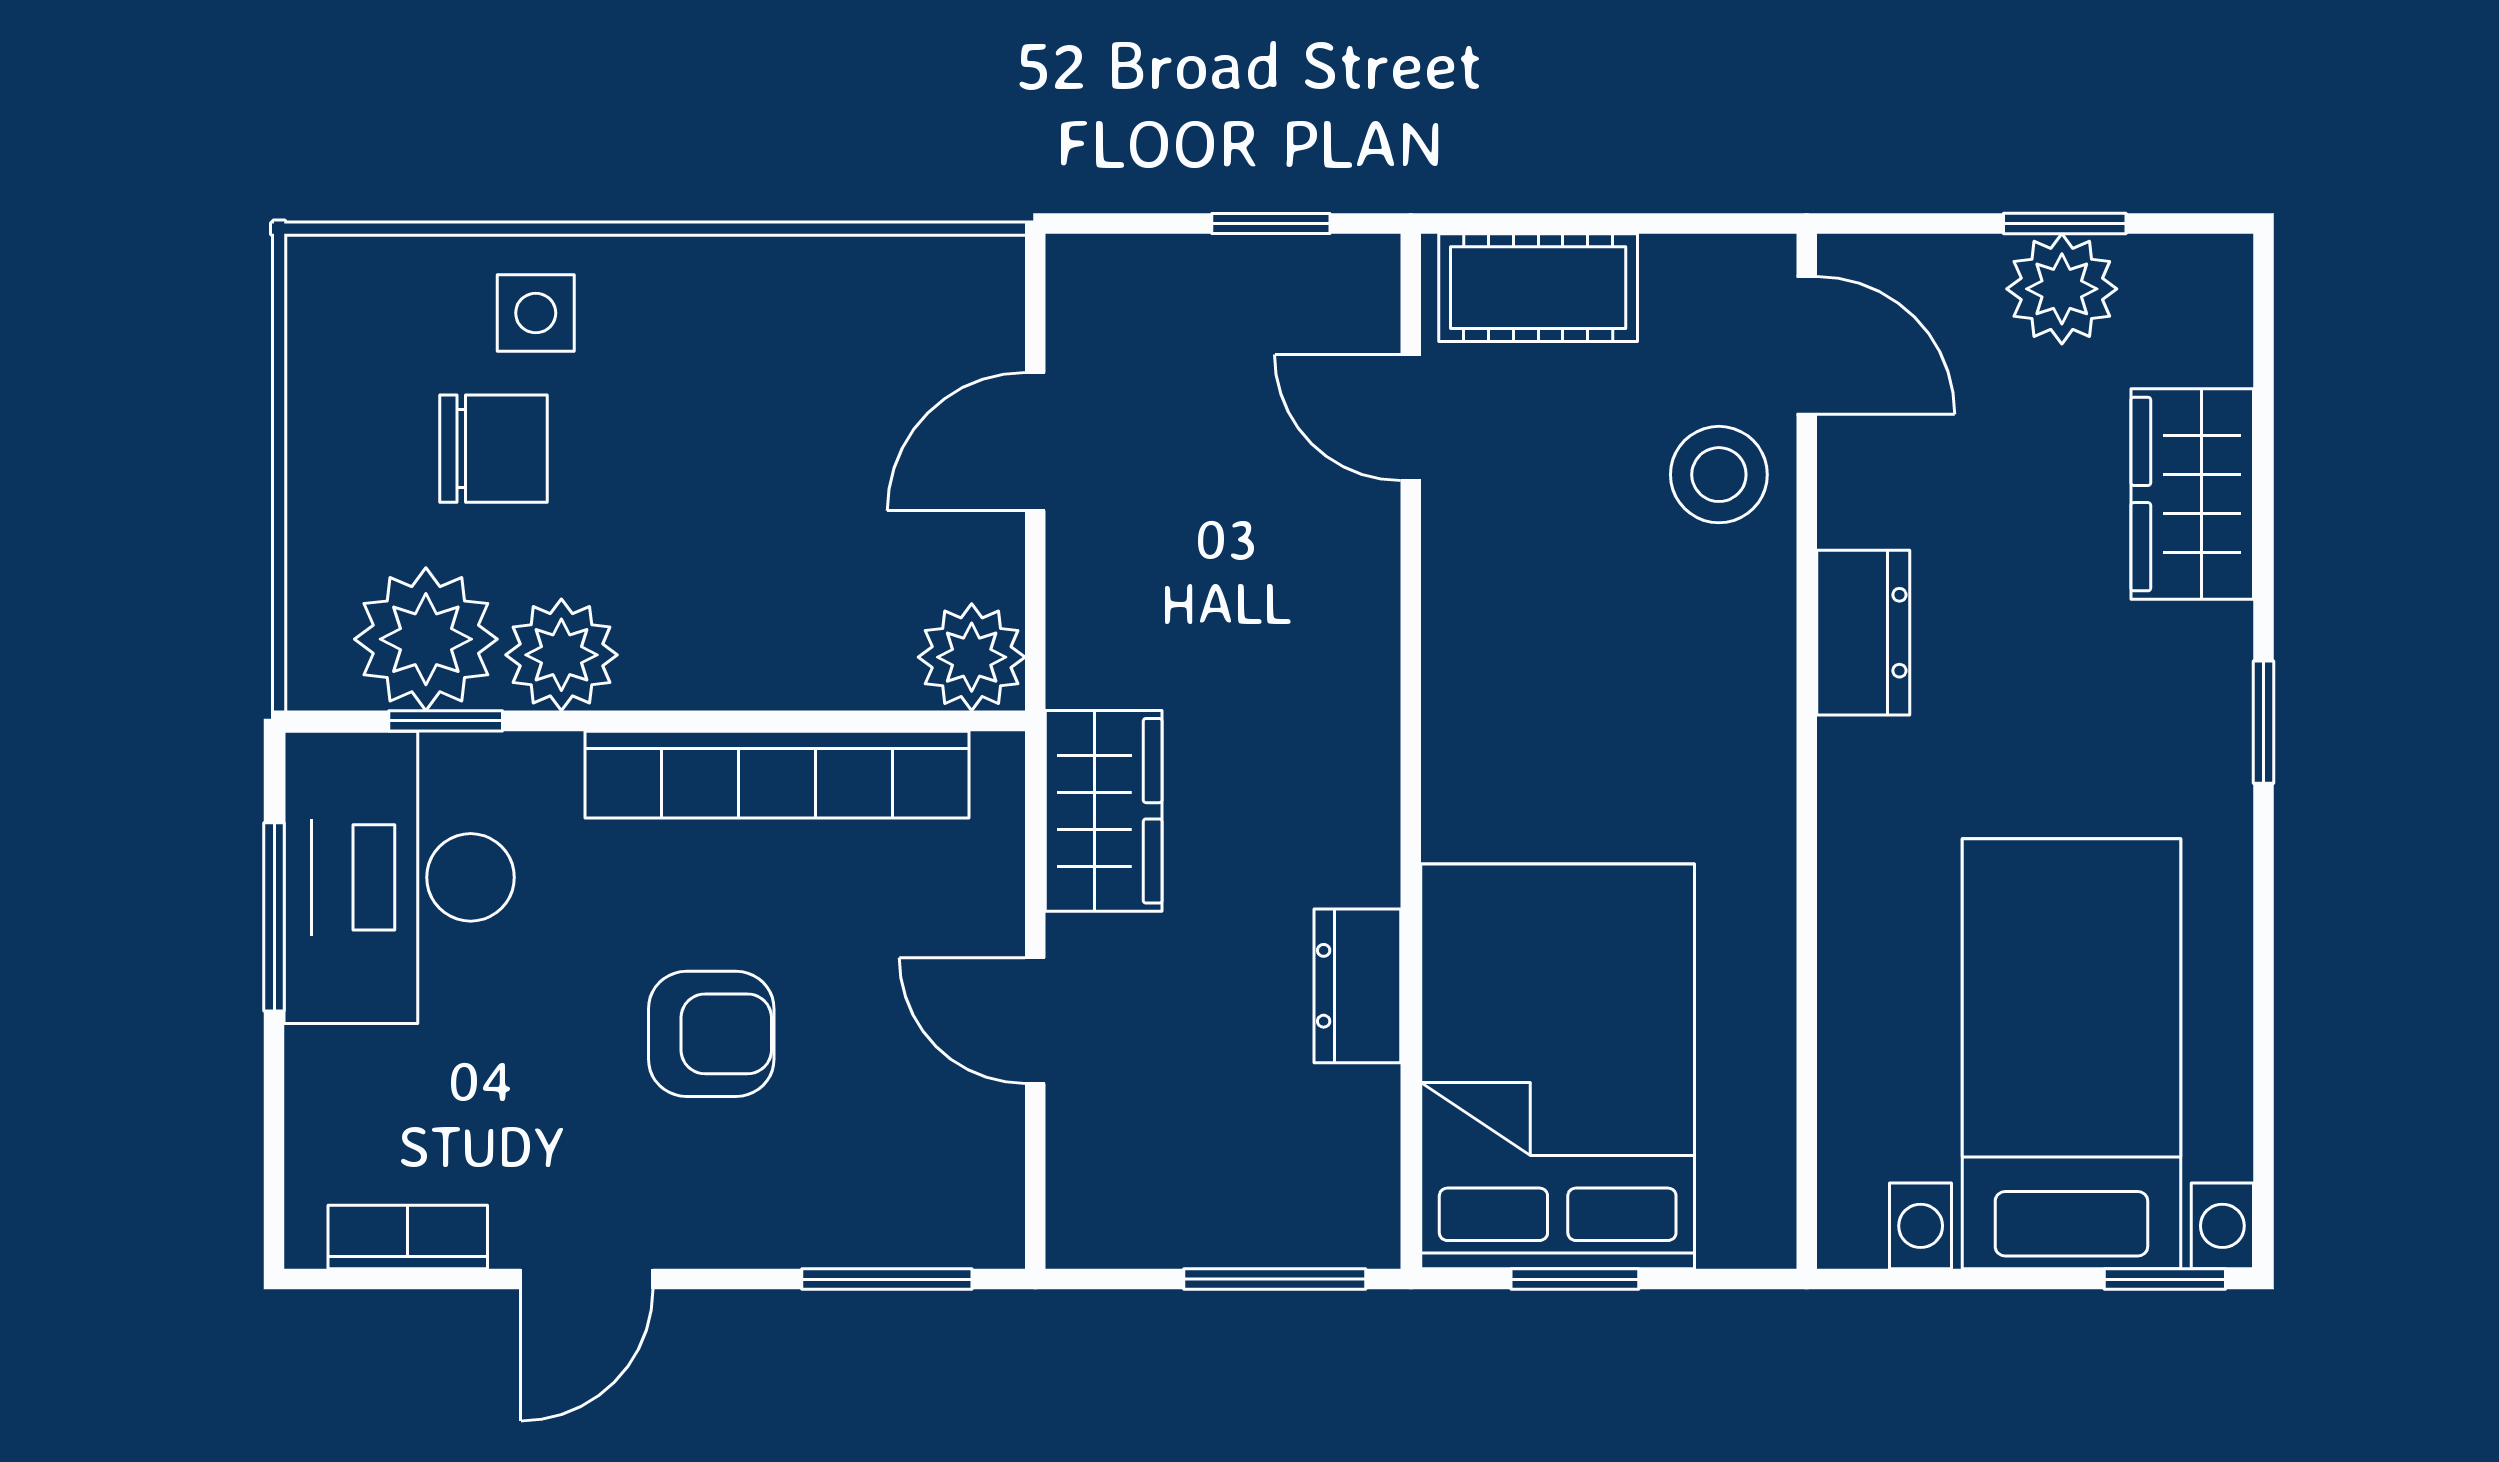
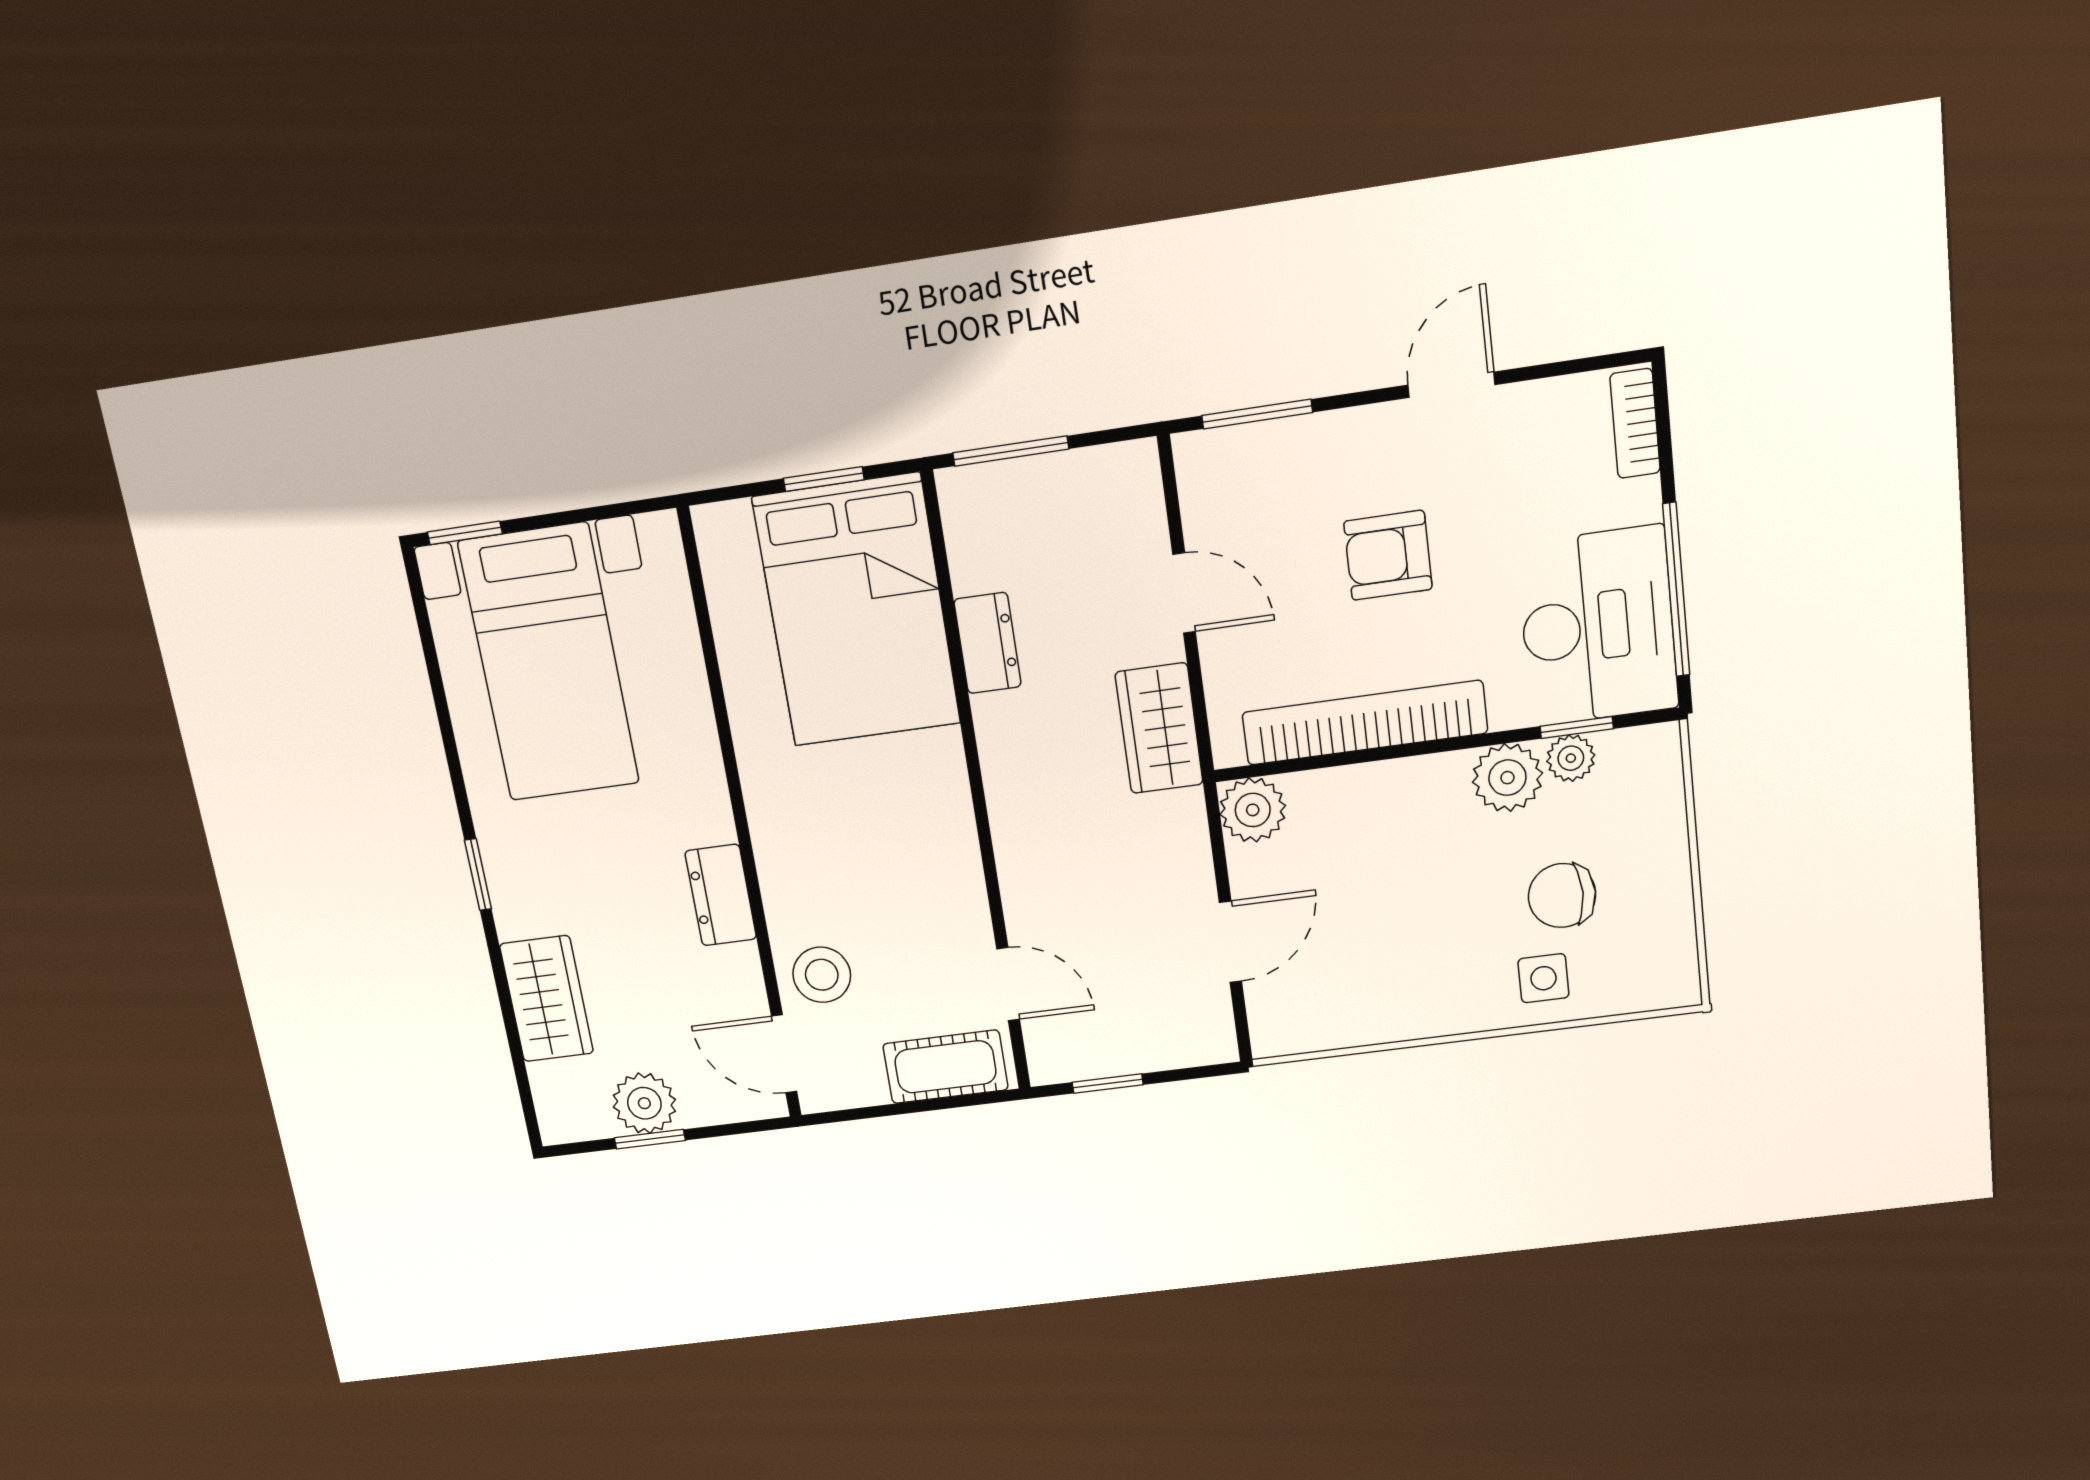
plant: (426, 639) -> (1571, 758), width x0.53, depth x0.53
window: (274, 917) -> (1676, 590), width x1.44
bookcase: (408, 1237) -> (1635, 423), moved, turned 90

